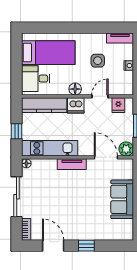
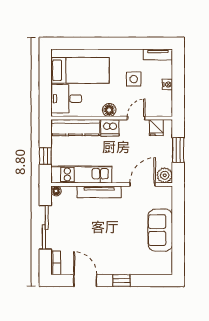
door: (106, 157) -> (143, 184), hinge flipped
tv unit: (72, 164) -> (99, 192), width x1.41

